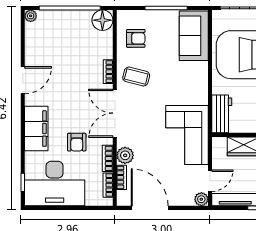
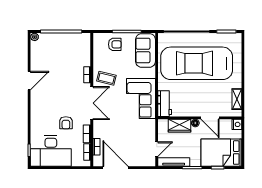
floor lamp: (102, 20) -> (83, 40), removed
armchair: (136, 38) -> (115, 44), moved
double door: (115, 113) -> (92, 103), swing flipped
filing cabinet: (36, 129) -> (38, 114), removed
corner sofa: (187, 135) -> (141, 98), moved
plant: (125, 155) -> (99, 132), removed
plant: (201, 199) -> (151, 162), removed

